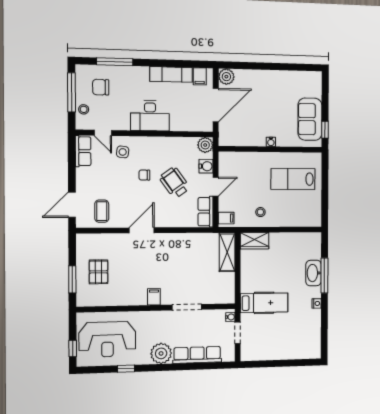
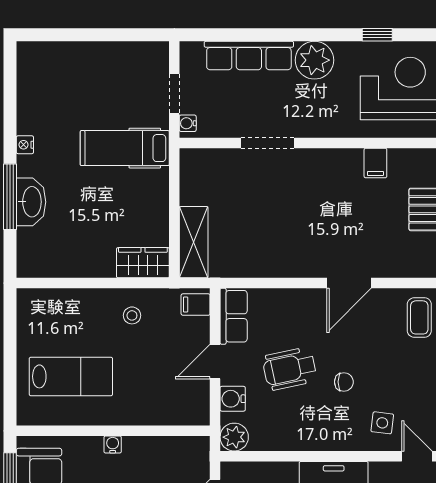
wheelchair: (175, 183) -> (290, 369), turned 114
filing cabinet: (154, 297) -> (375, 163), moved

